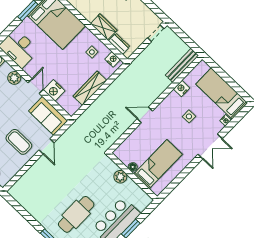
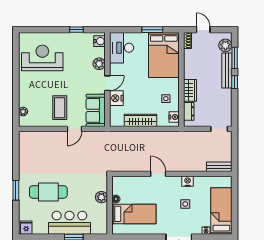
bench: (182, 65) -> (219, 167), width x0.73
nightstand: (182, 89) -> (188, 181), moved

